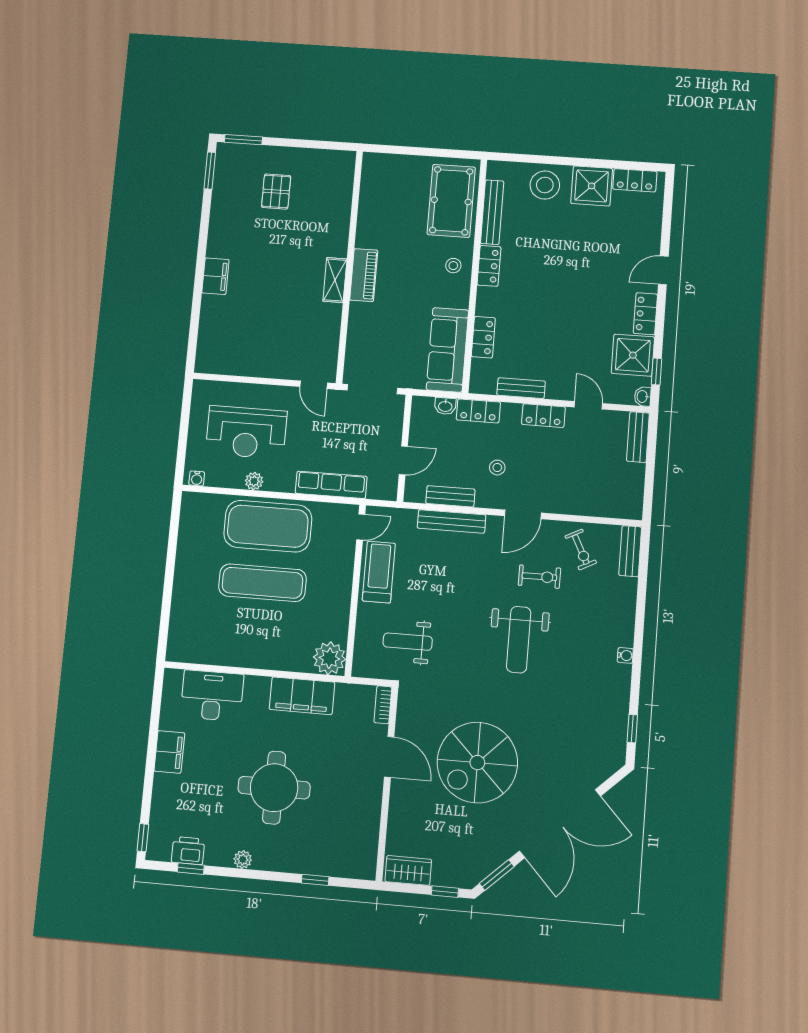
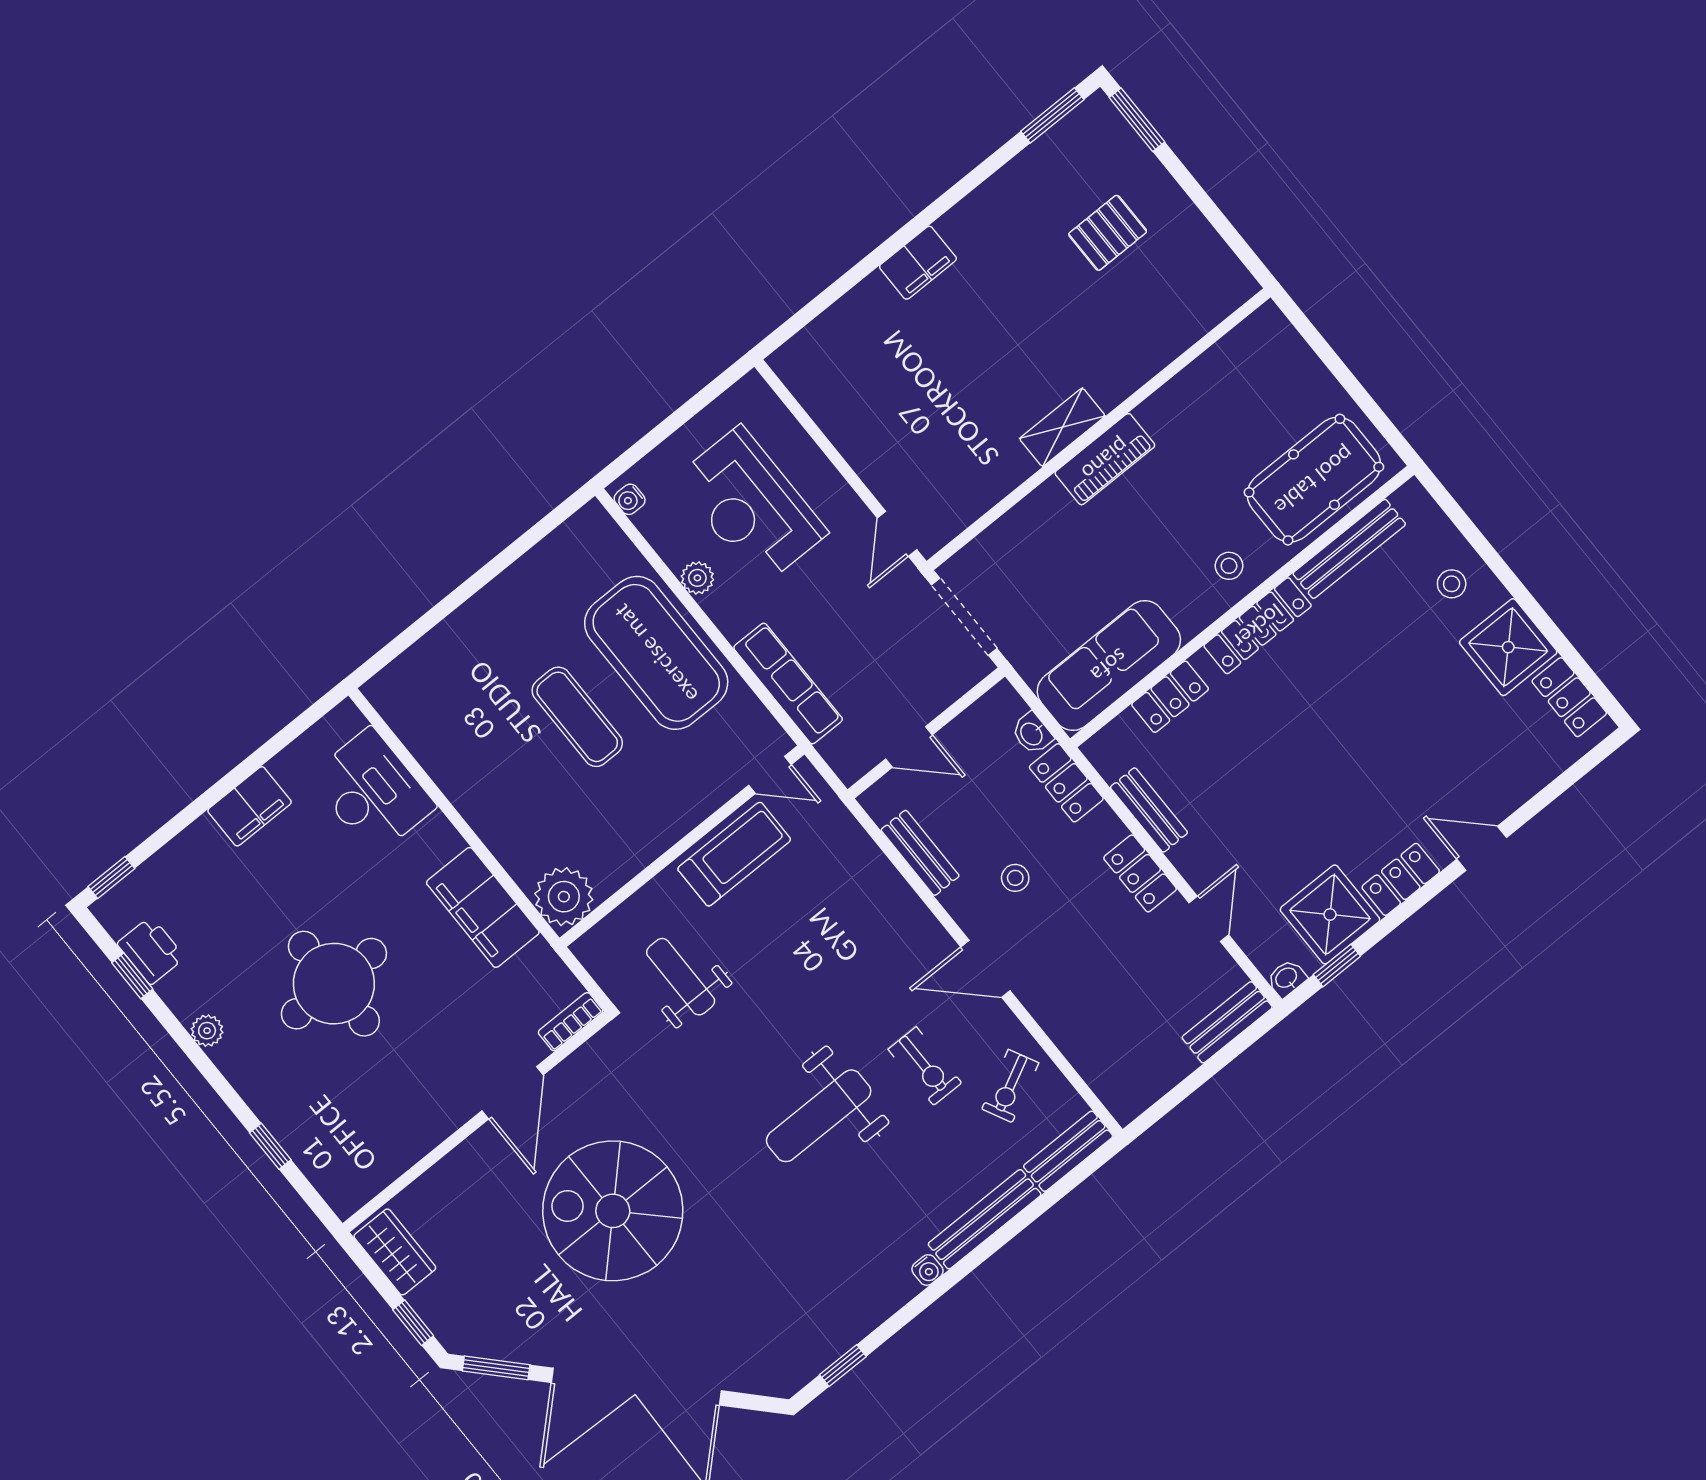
stool: (545, 185) -> (1452, 584), width x0.53, depth x0.53
locker: (489, 266) -> (1258, 626), width x1.53
bench: (451, 521) -> (985, 1219), moved, turned 90
exercise mat: (262, 583) -> (577, 717), width x0.73, depth x0.69

